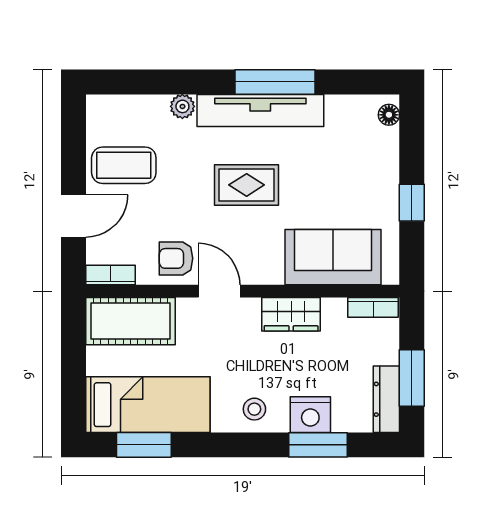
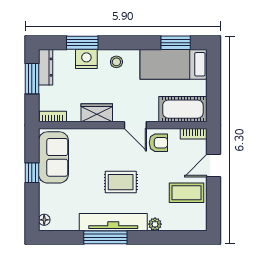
sofa: (333, 257) -> (53, 157), moved, turned -90

